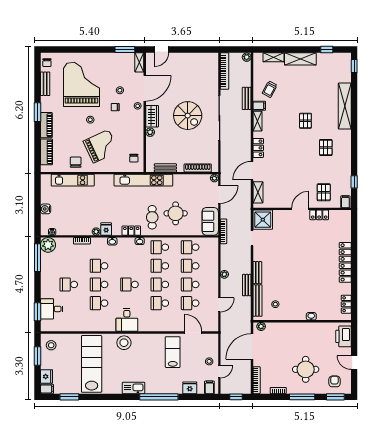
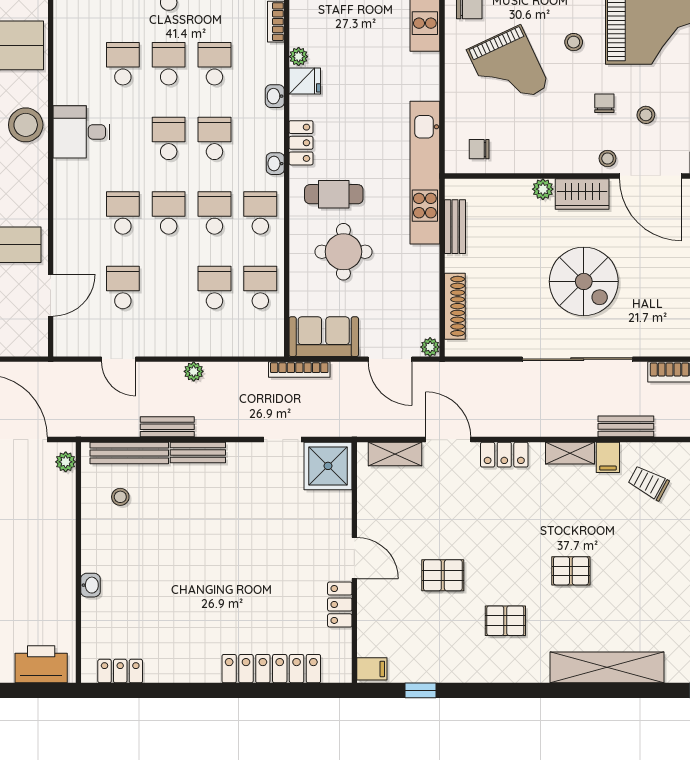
spiral stairs: (188, 116) -> (584, 281), turned -90
pallet: (324, 192) -> (443, 575), moved
locker: (345, 262) -> (271, 669), moved
school desk: (190, 284) -> (214, 138), moved

